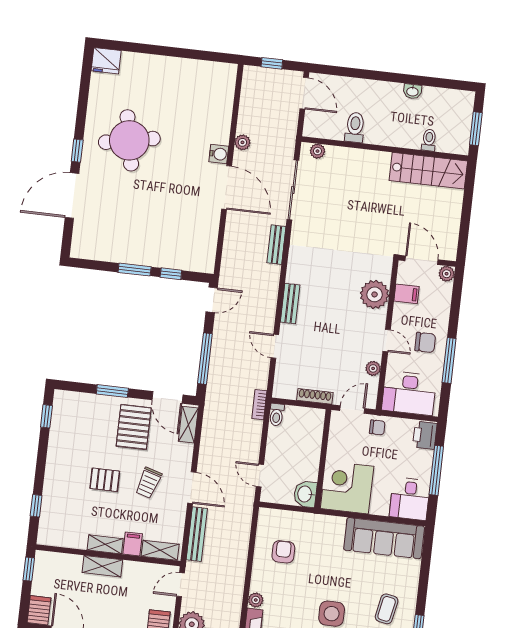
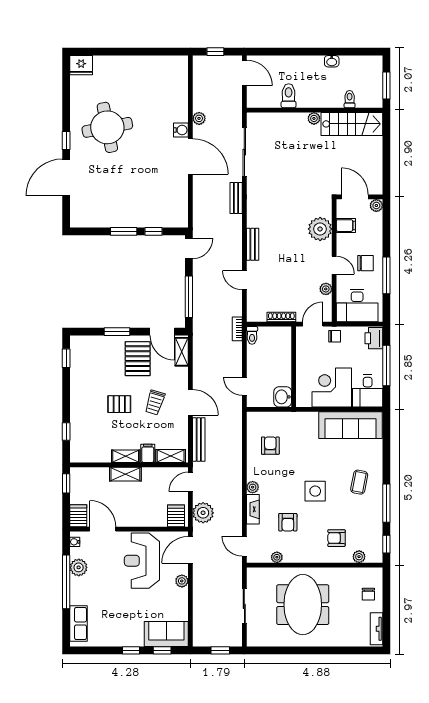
plant: (317, 151) -> (314, 118), moved
corner desk: (347, 487) -> (332, 388), moved

